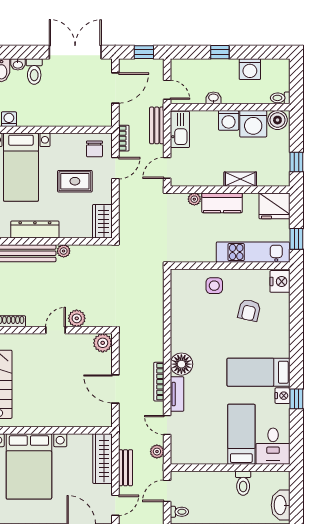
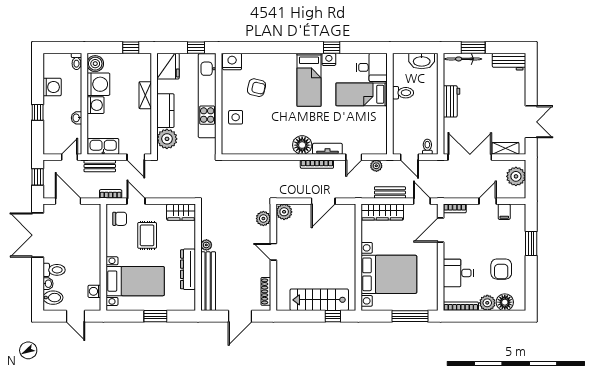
plant: (194, 199) -> (167, 139), width x1.88, depth x1.88
kitchen unit: (253, 252) -> (207, 96), width x1.36
plant: (77, 318) -> (263, 219), moved

